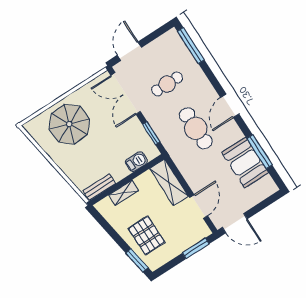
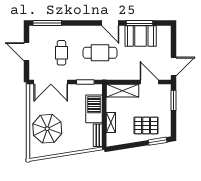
door: (129, 51) -> (26, 52), moved
door: (230, 106) -> (110, 23), moved
barbecue: (136, 162) -> (94, 109), width x1.88, depth x1.53

